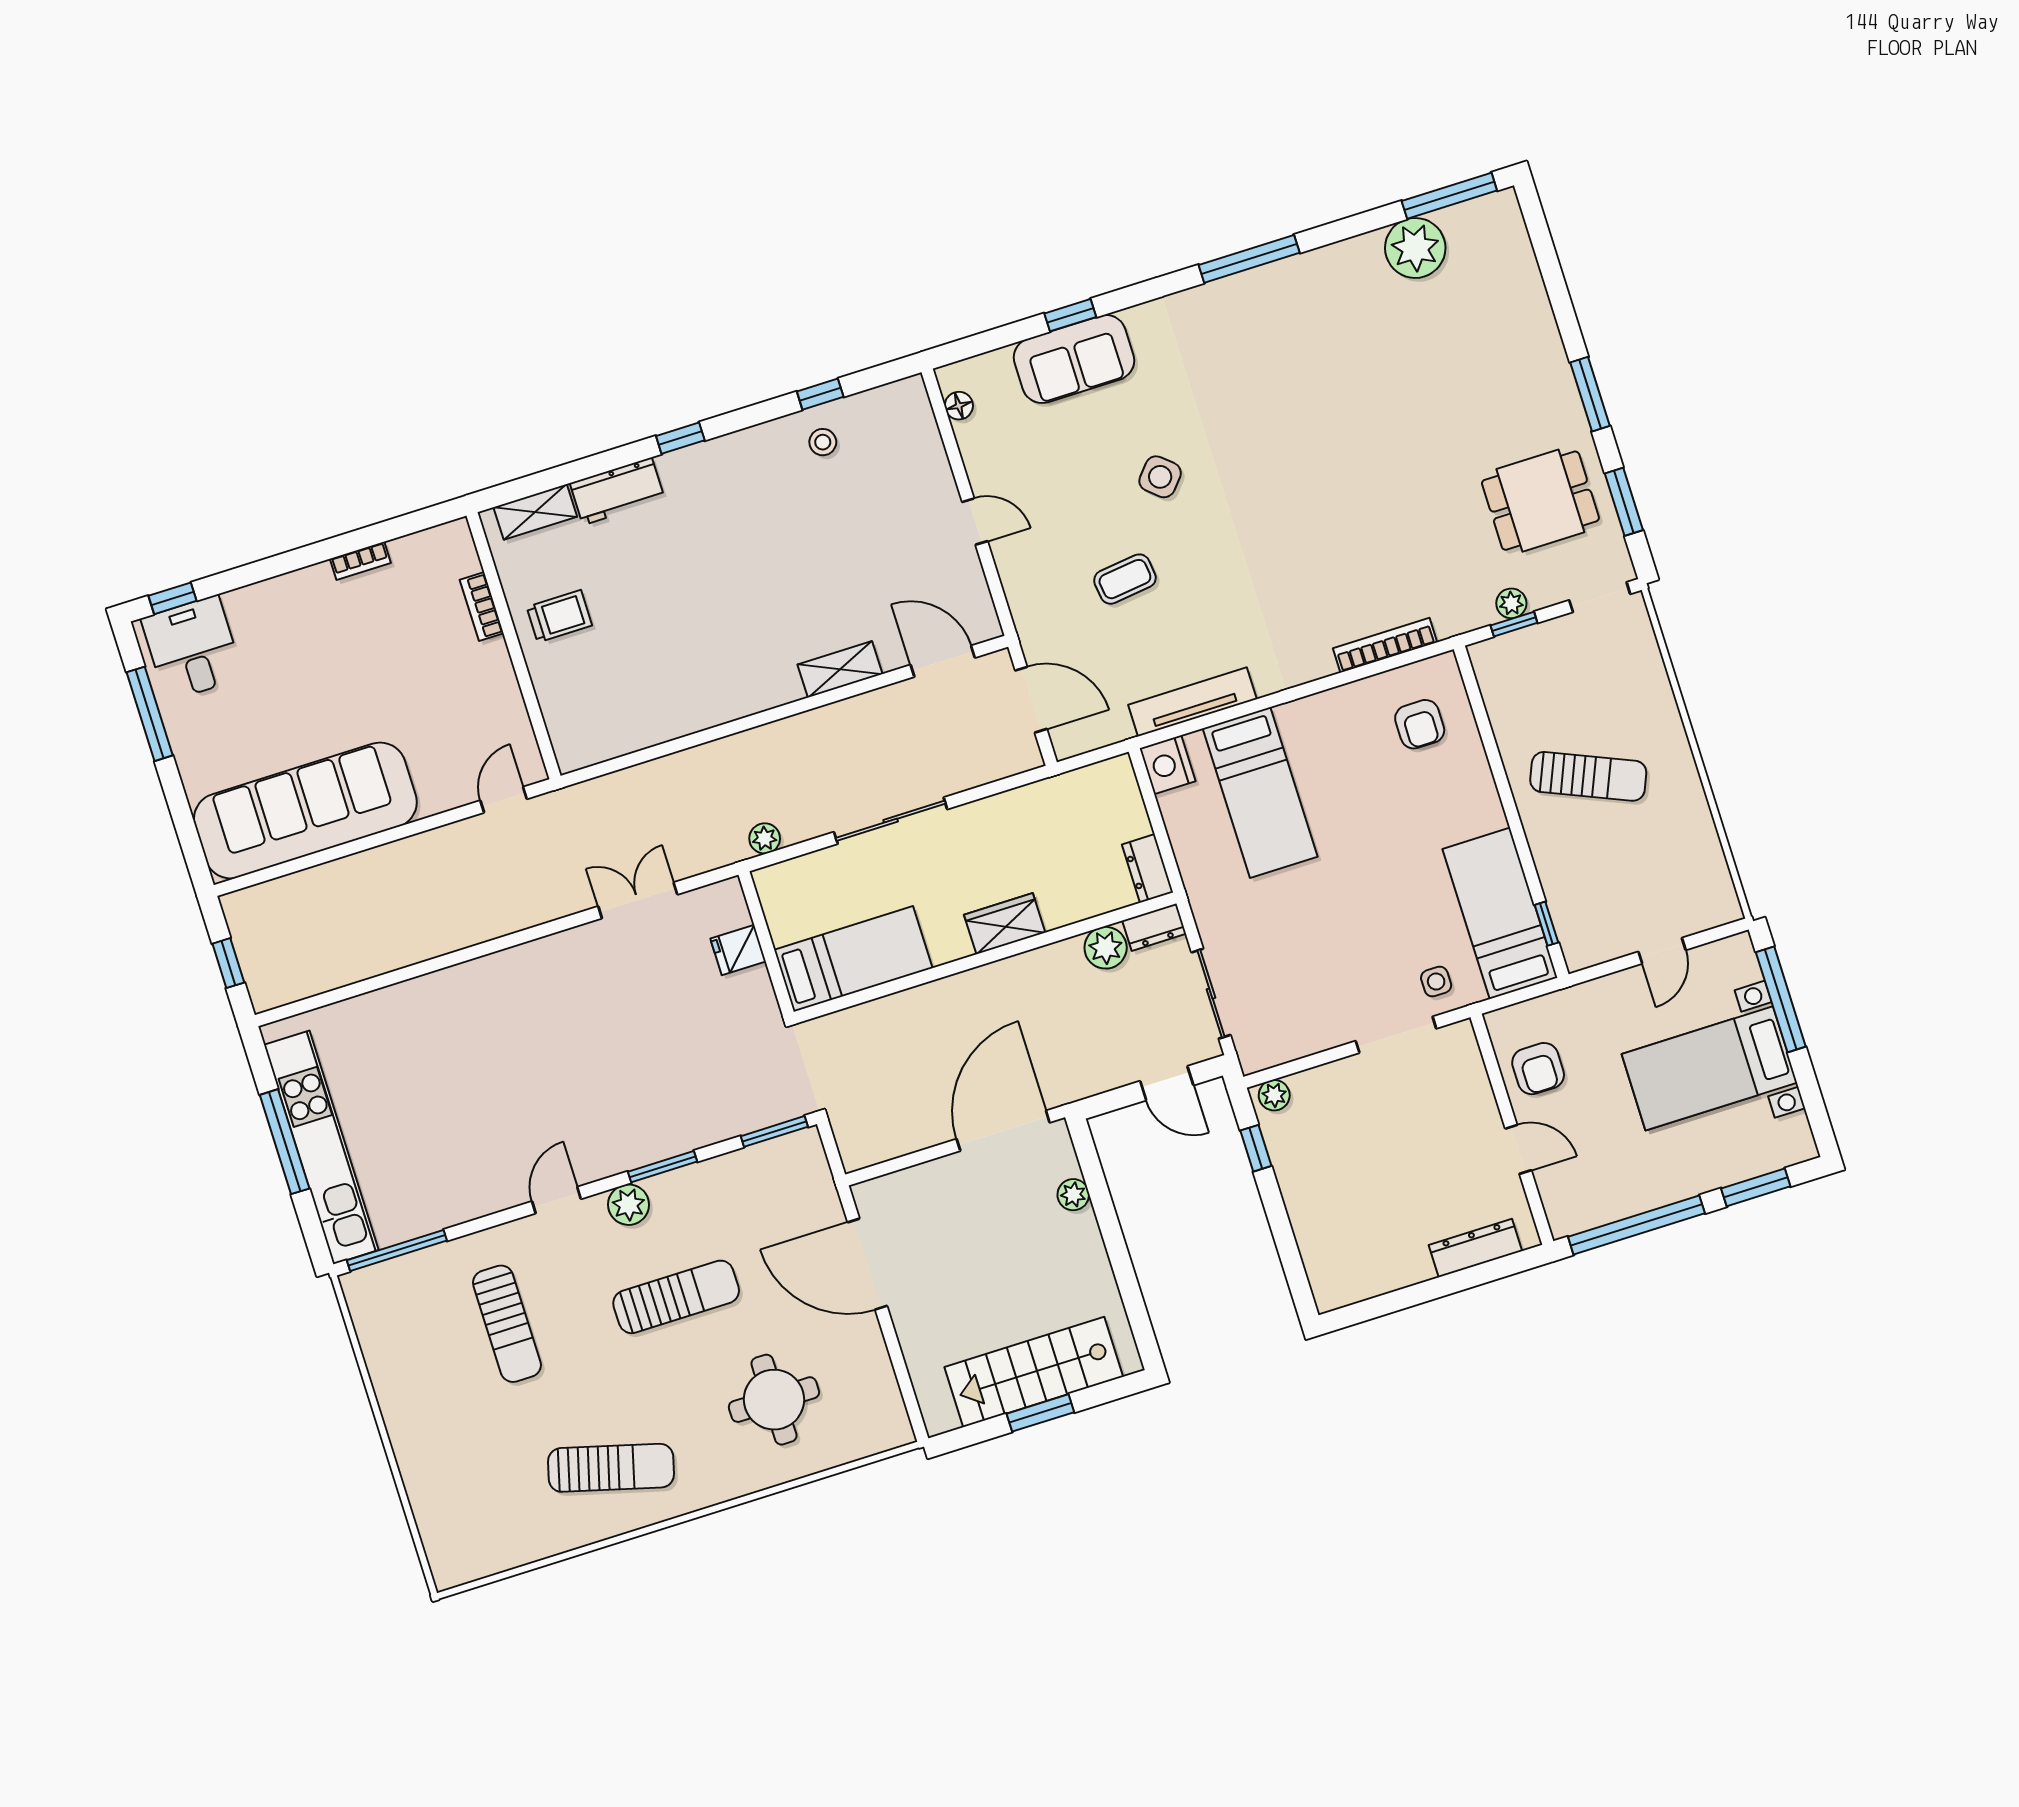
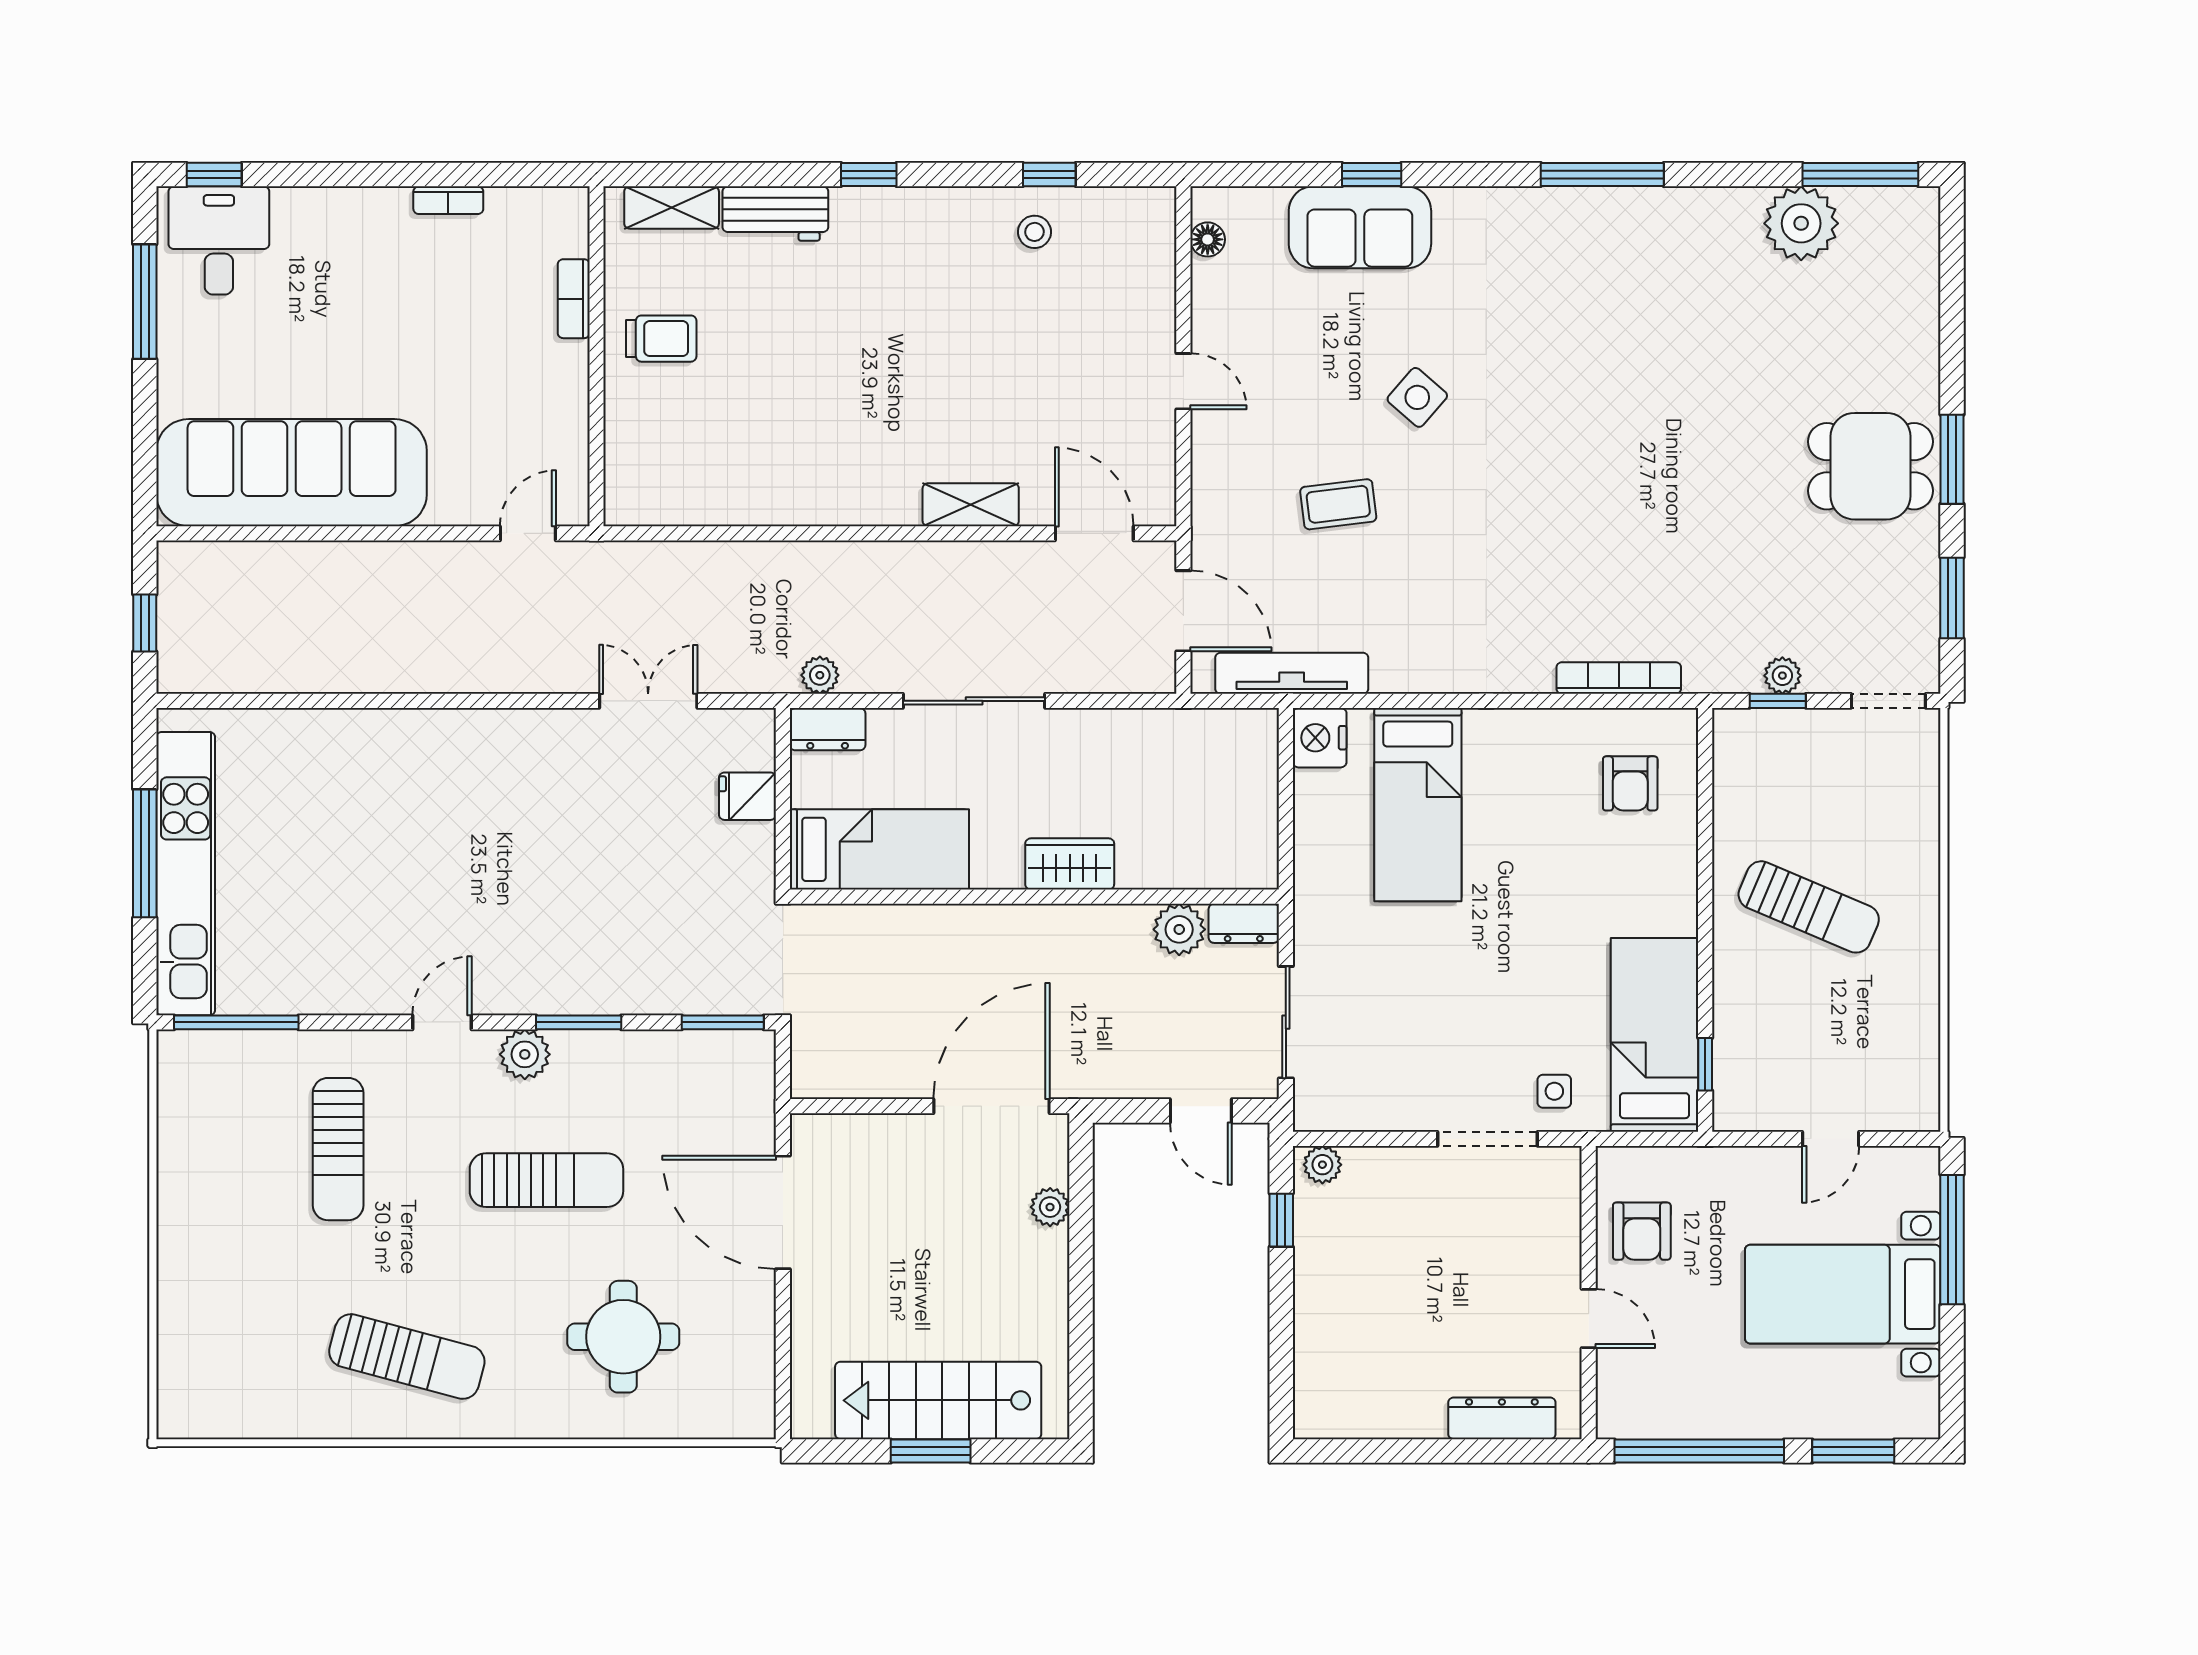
dining table: (1540, 501) -> (1870, 466), moved
tv unit: (1192, 702) -> (1292, 673), moved
dresser: (1147, 868) -> (828, 729), moved, turned -90

